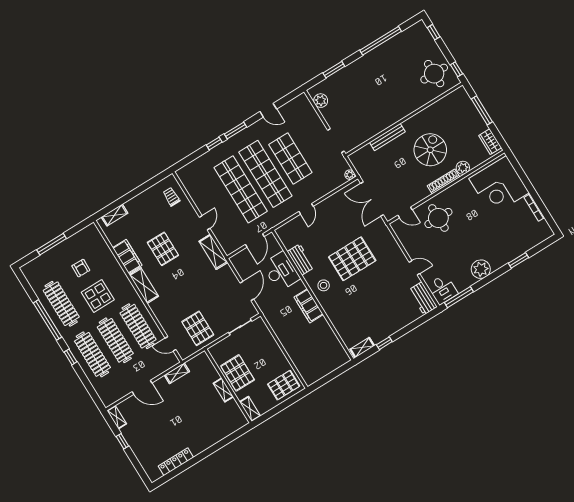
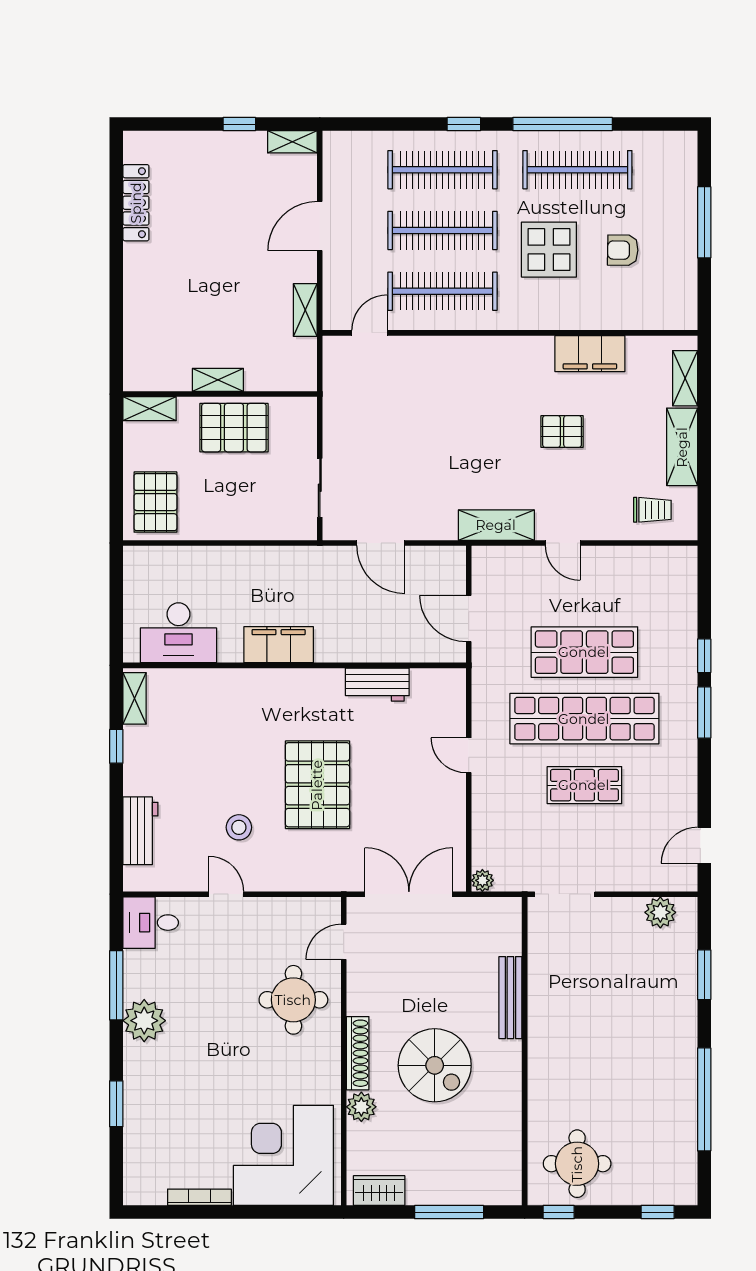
door: (268, 110) -> (704, 845), moved
shop shelf: (290, 159) -> (584, 785), width x0.70, depth x0.74
shop shelf: (241, 189) -> (584, 652), width x0.71
pallet: (163, 249) -> (562, 431), width x0.67, depth x0.71
door: (414, 268) -> (226, 894), swing flipped
desk: (281, 271) -> (178, 633), moved
shelving: (144, 285) -> (682, 447), moved, turned 90
stool: (324, 285) -> (239, 827), moved
window: (459, 297) -> (116, 985), moved
workbench: (423, 298) -> (140, 831), moved, turned 90
pallet: (198, 328) -> (367, 404), removed

